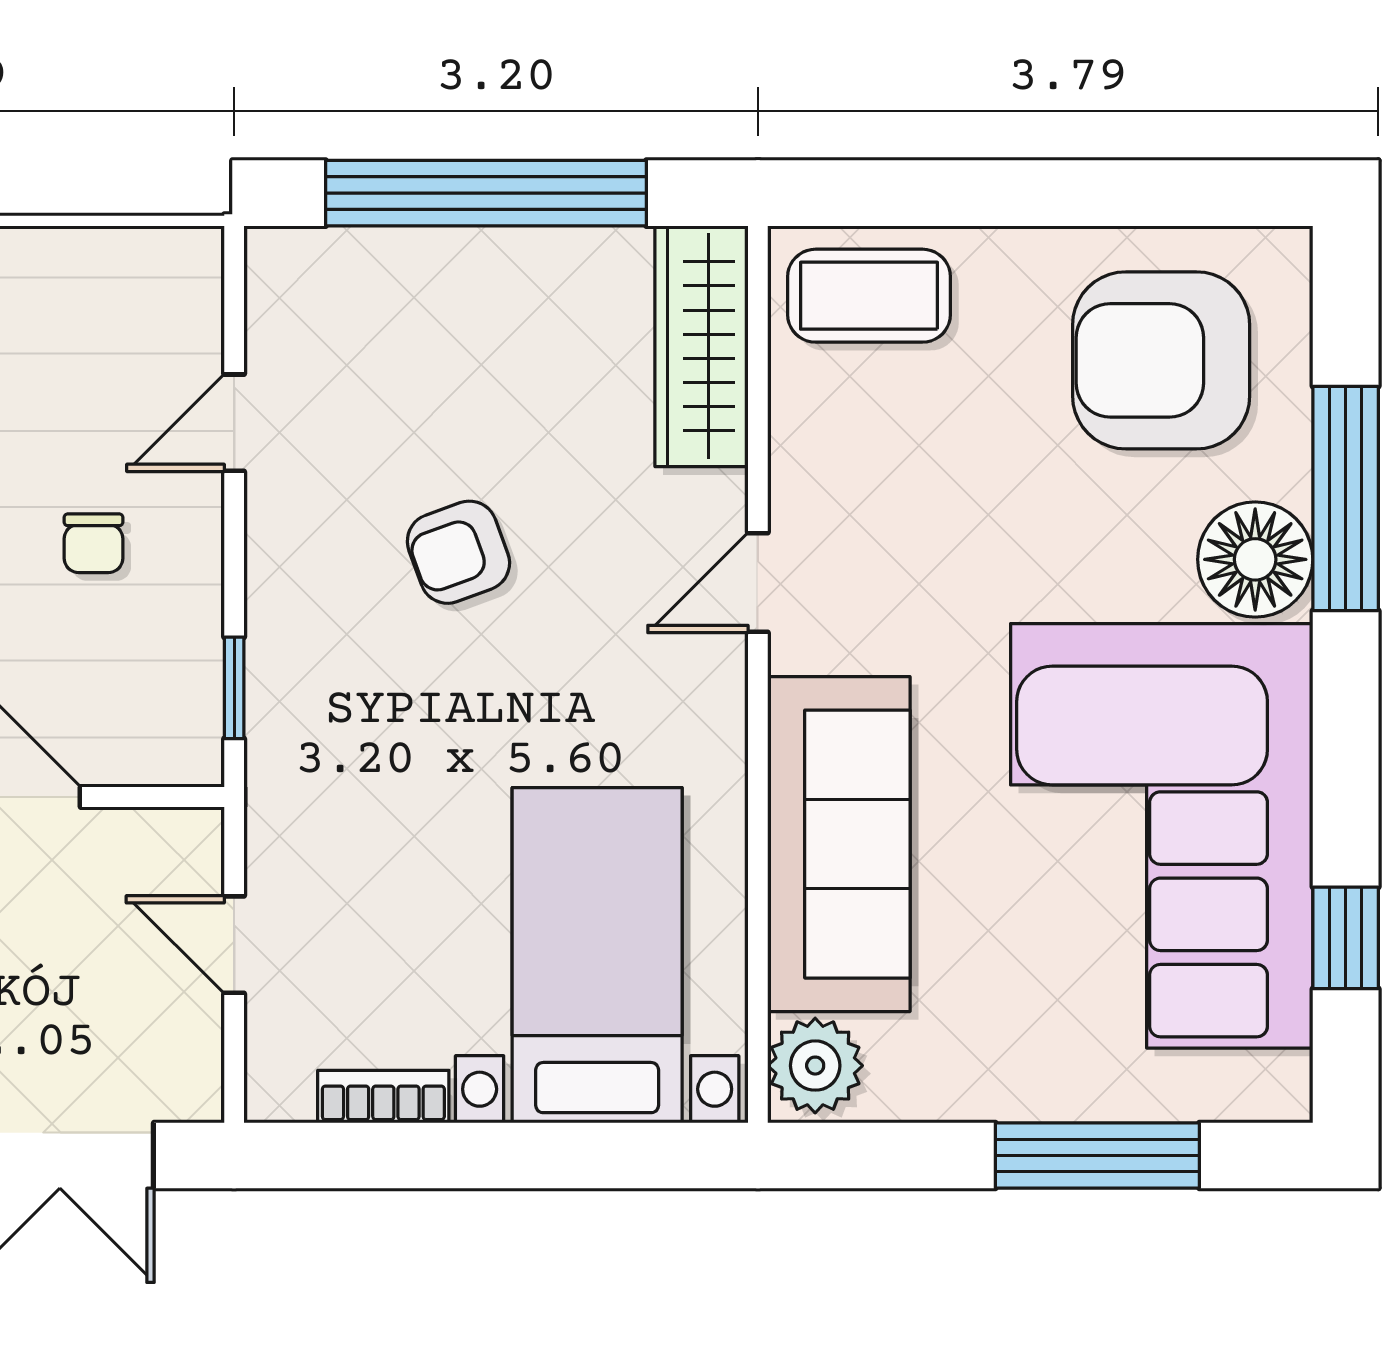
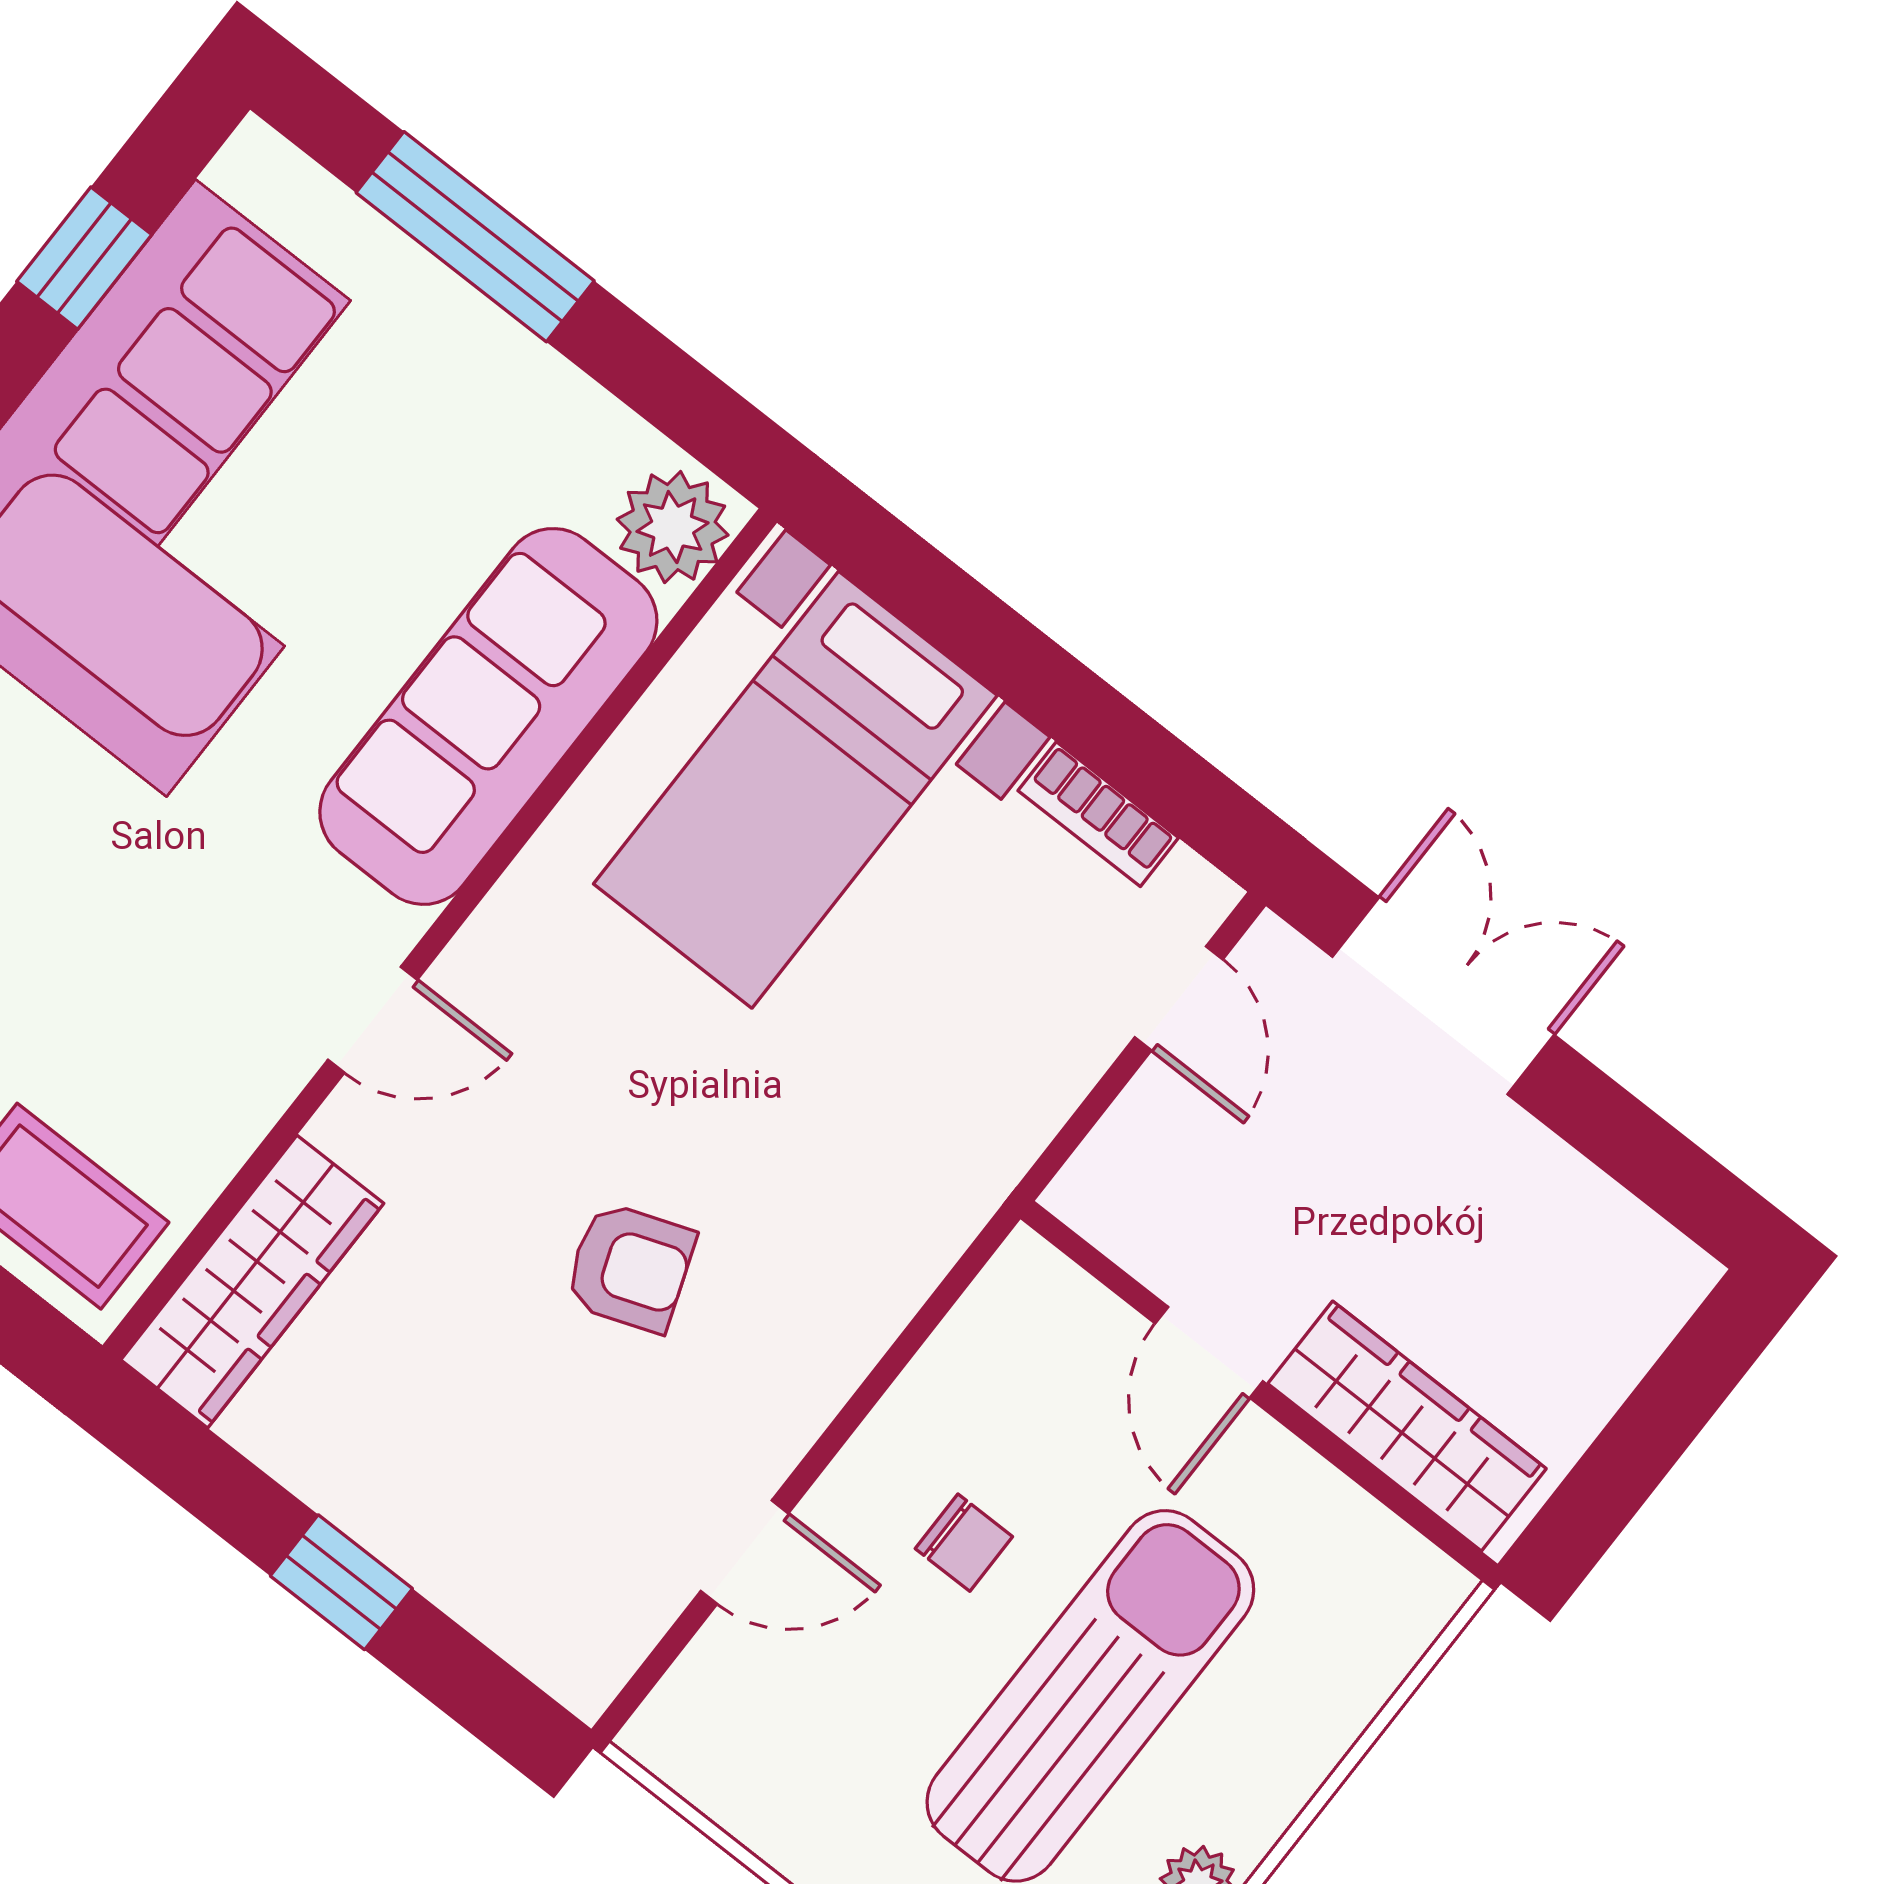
window: (486, 193) -> (341, 1582), width x0.32
chair: (93, 543) -> (964, 1543), turned 90
window: (234, 688) -> (939, 1305), removed
door: (234, 945) -> (1179, 998), moved

